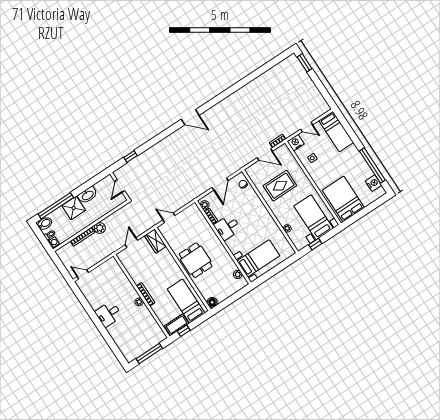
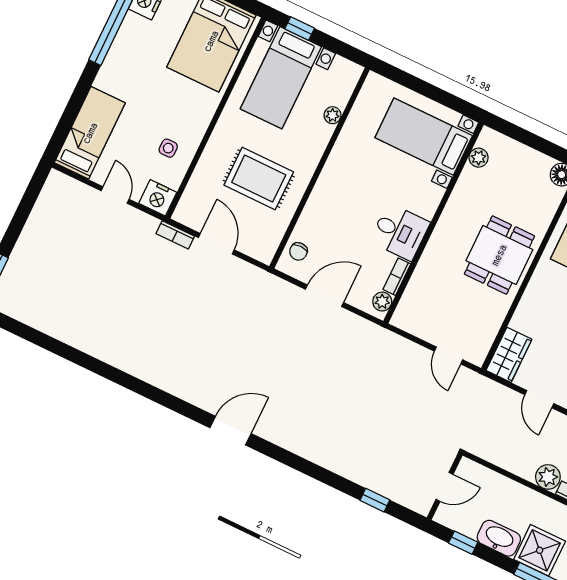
door: (190, 117) -> (231, 431), hinge flipped
window: (94, 181) -> (463, 543), added
door: (131, 242) -> (539, 399), hinge flipped
window: (315, 244) -> (300, 28), moved

